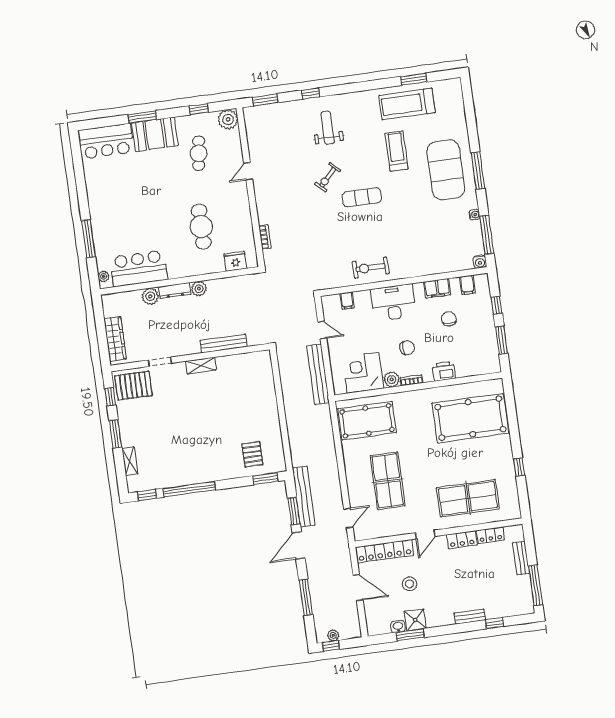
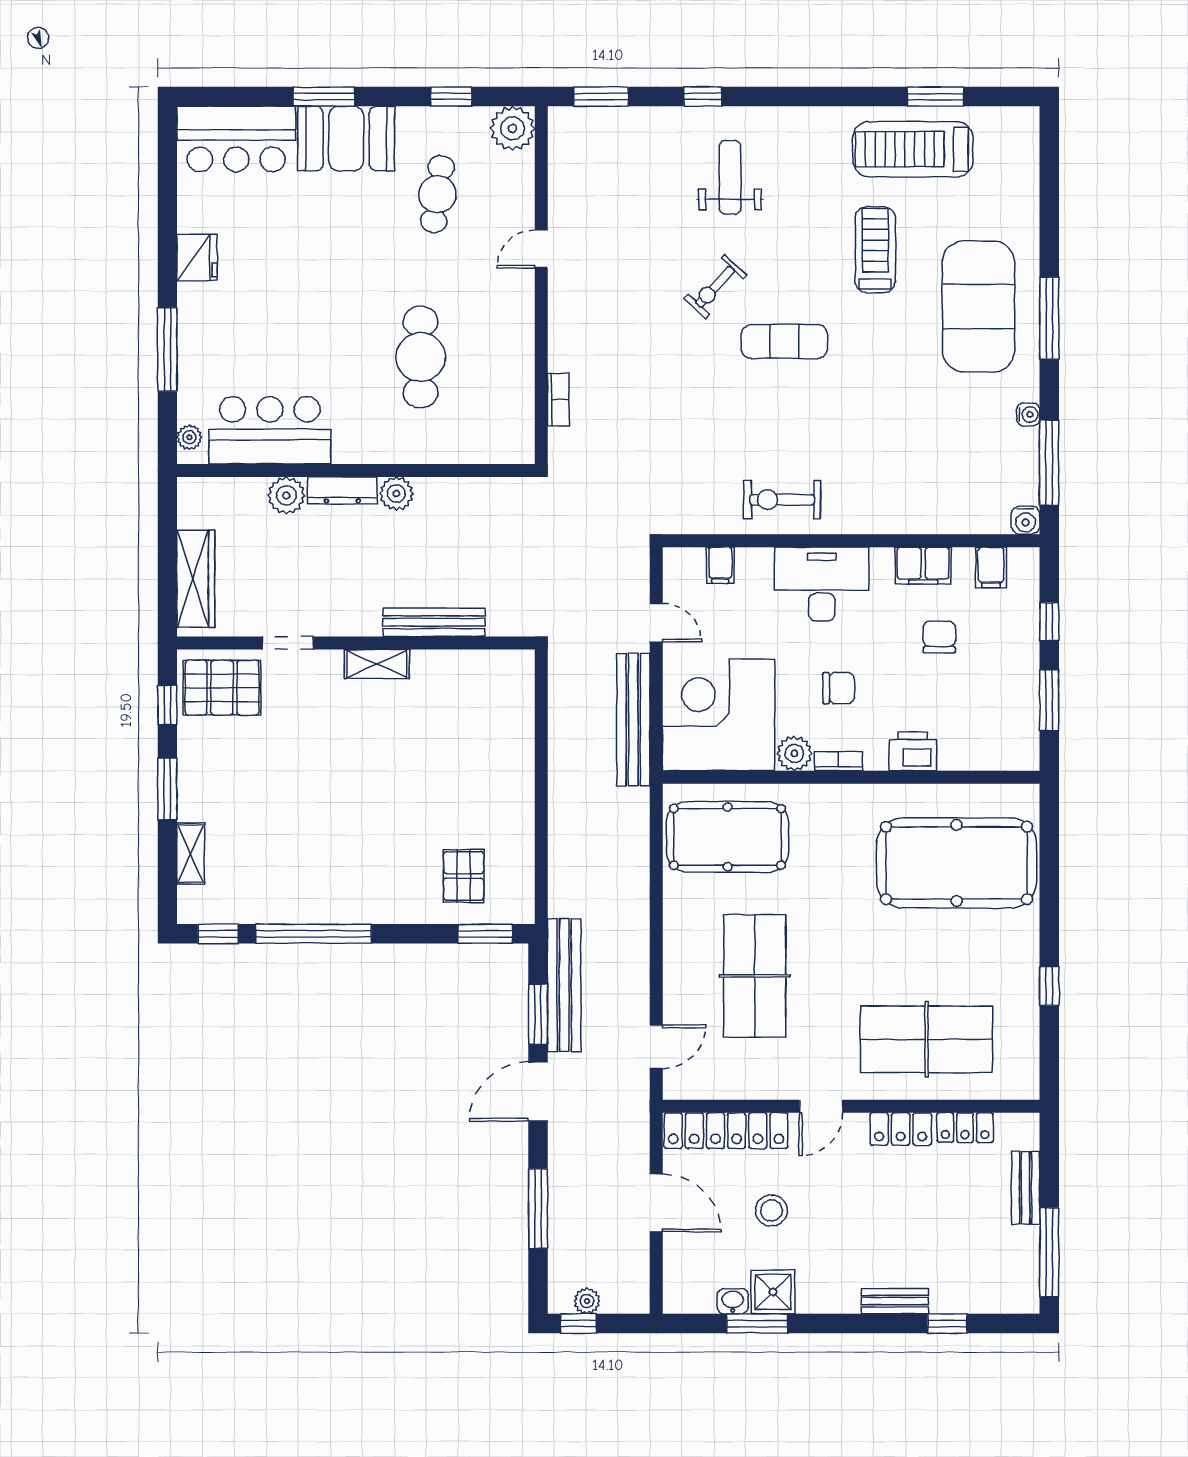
fridge: (235, 261) -> (197, 258), moved, turned 90
corner desk: (363, 373) -> (719, 715), width x1.36, depth x1.36

